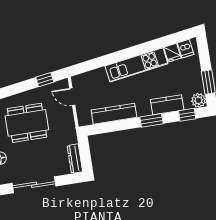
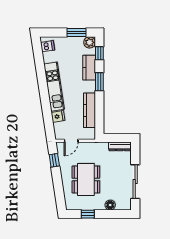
fridge: (172, 53) -> (58, 116), moved

